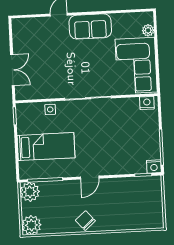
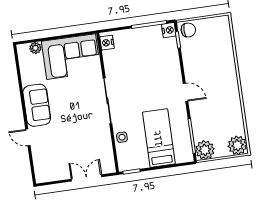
chair: (85, 221) -> (188, 30), moved, turned -139

